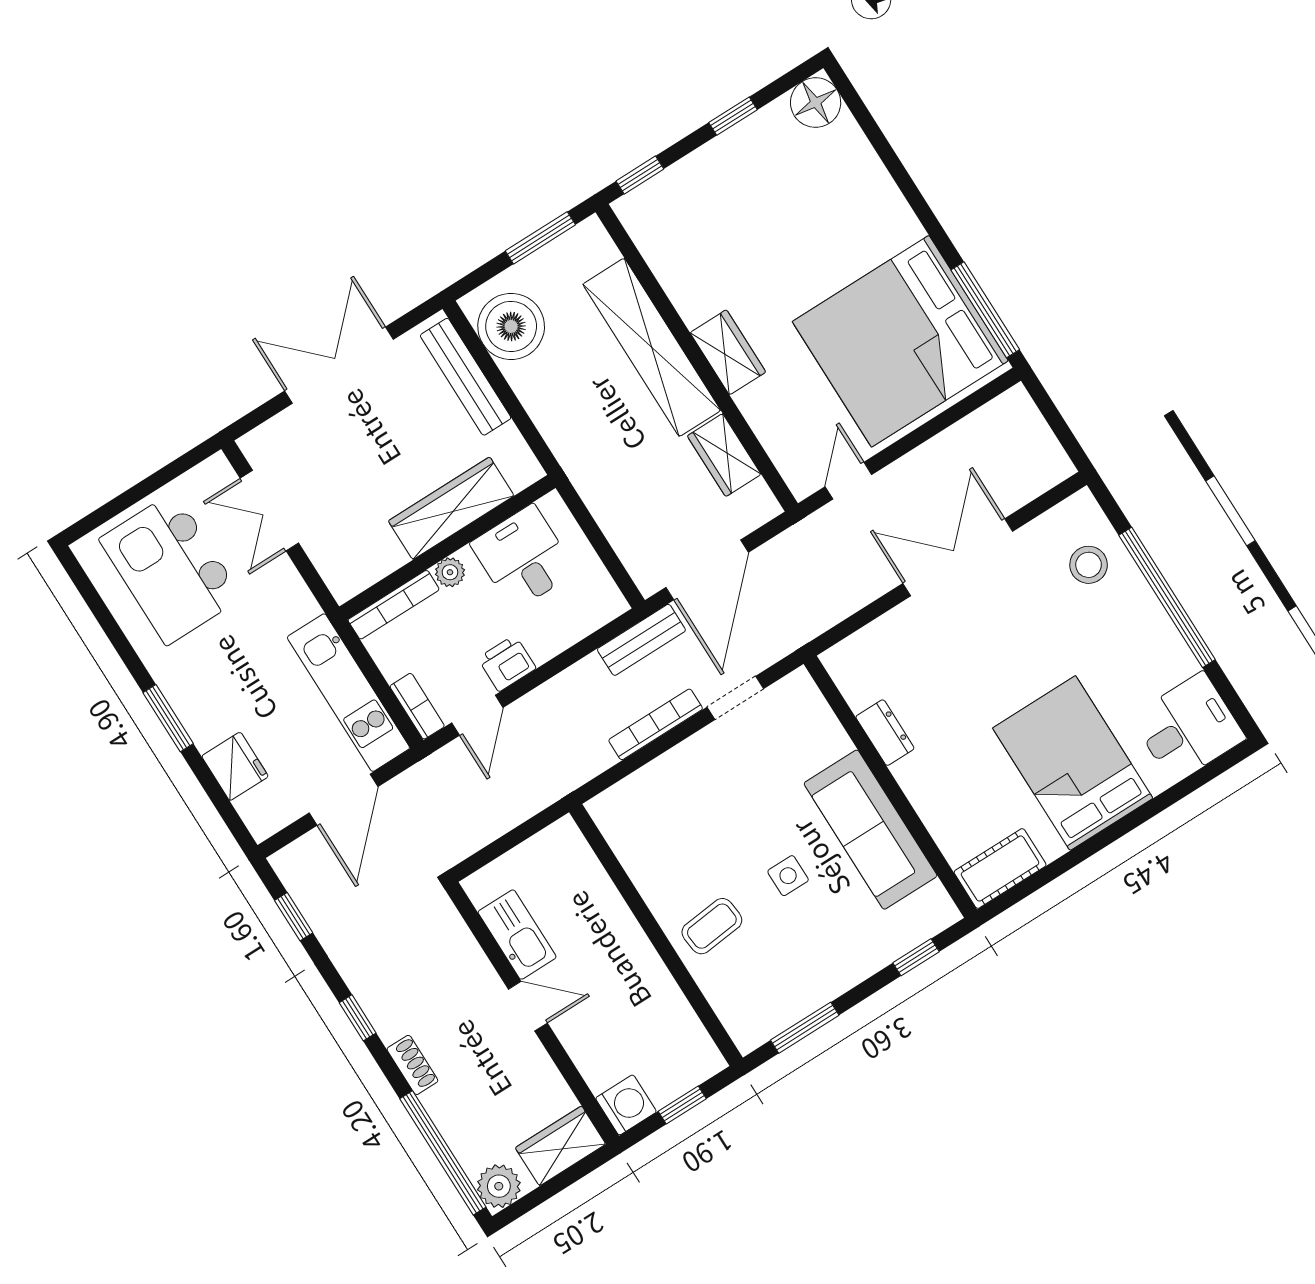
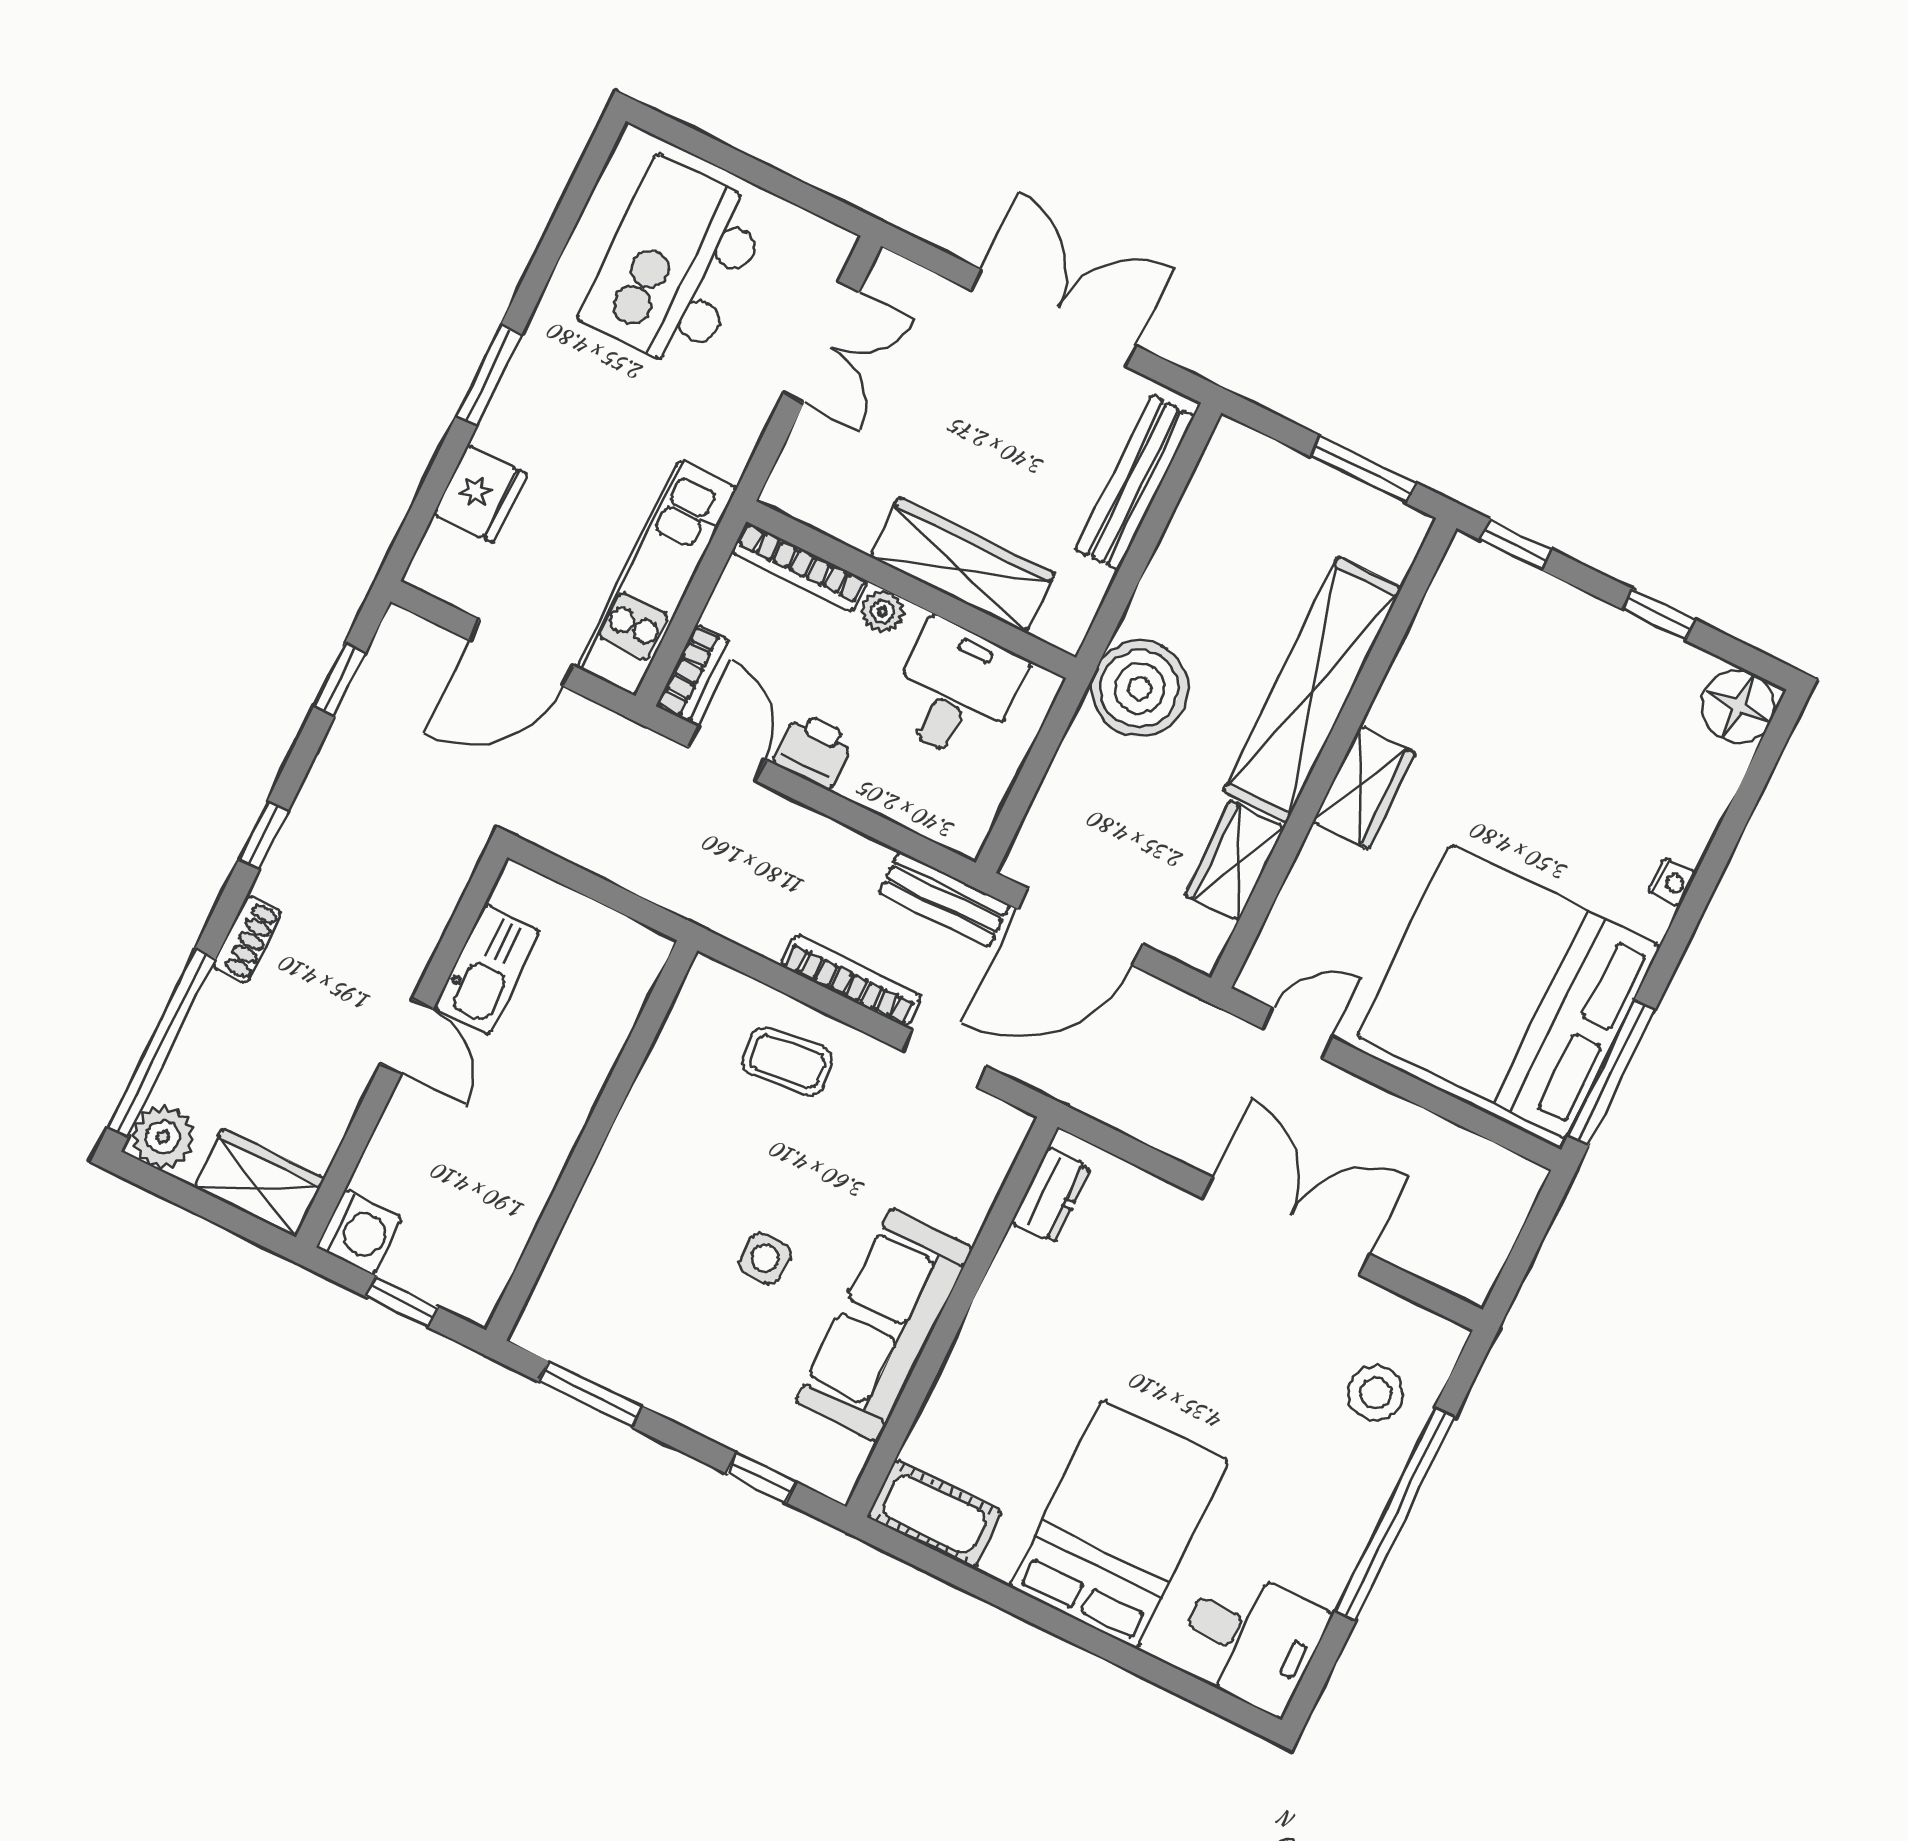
nightstand: (895, 205) -> (1672, 882), added
boiler: (511, 326) -> (1140, 688), moved
double door: (269, 511) -> (821, 342), swing flipped
door: (477, 715) -> (727, 754), swing flipped
dresser: (885, 733) -> (1051, 1195), moved
coffee table: (712, 926) -> (787, 1061), moved

